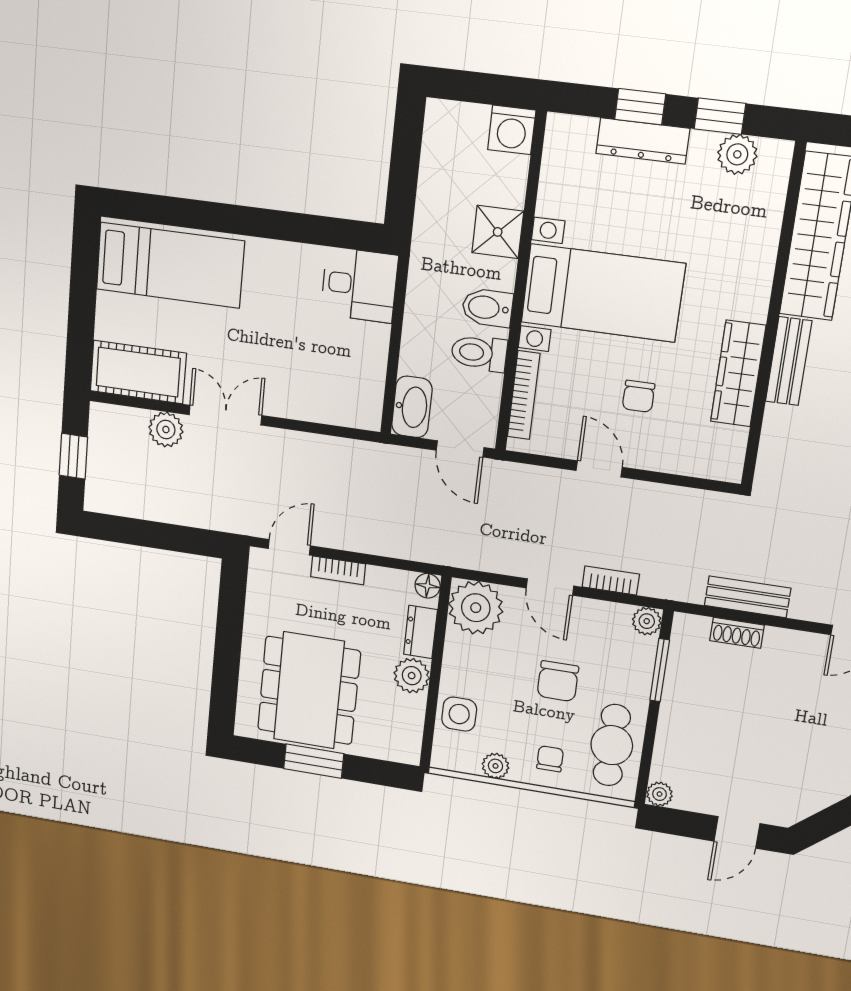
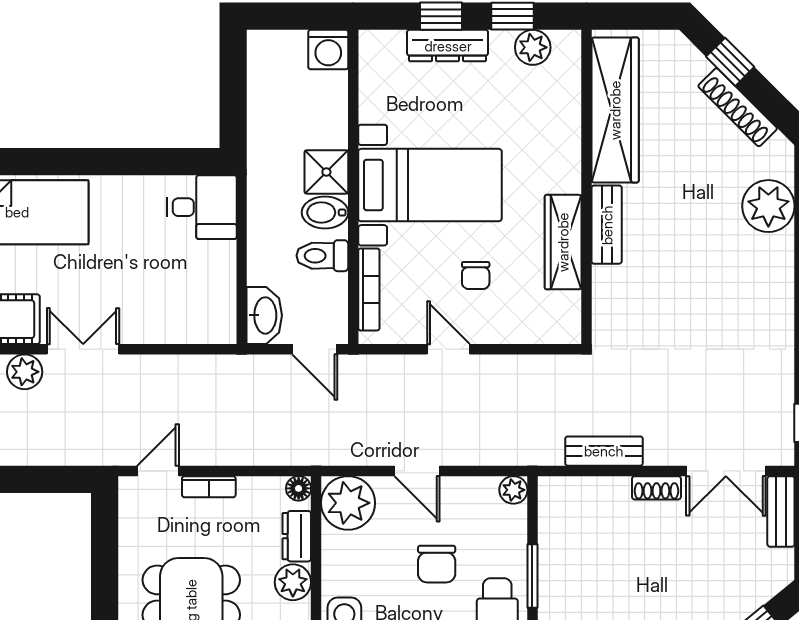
shower: (498, 232) -> (326, 172), moved
bookcase: (611, 580) -> (474, 455), removed
shoe rack: (737, 633) -> (656, 488), moved
window: (660, 670) -> (532, 576), moved

